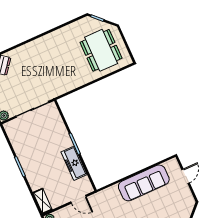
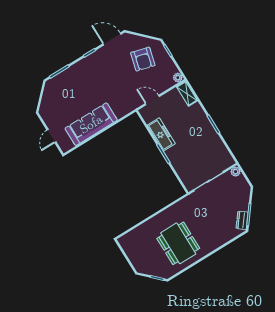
dining table: (101, 50) -> (178, 243), moved

